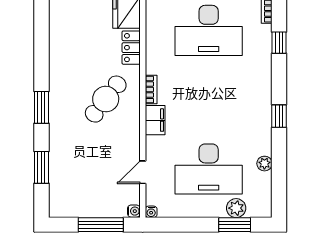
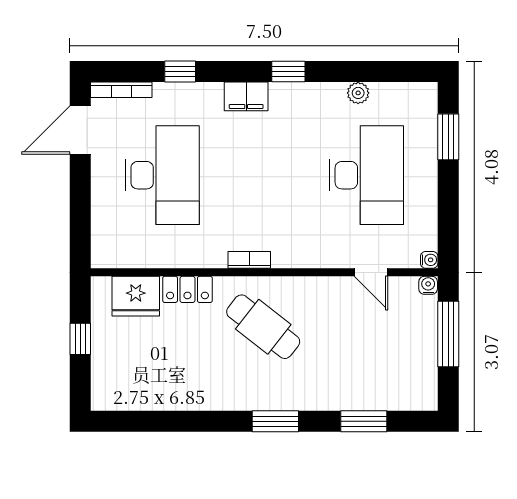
filing cabinet: (155, 120) -> (246, 96), moved, turned 180
plant: (236, 208) -> (424, 135), removed

